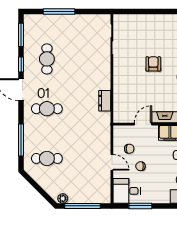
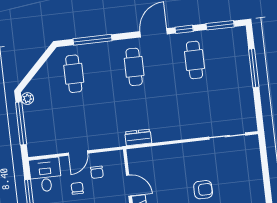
cafe table: (47, 59) -> (194, 60), turned 90
dresser: (105, 101) -> (138, 137), moved

